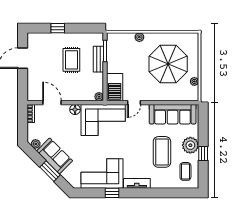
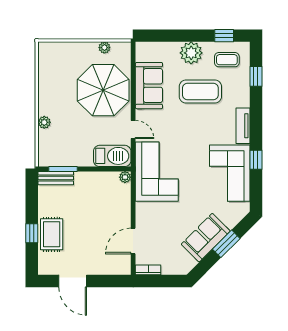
bench: (98, 59) -> (56, 178), moved
rug: (71, 60) -> (52, 234), moved, turned 90
parasol: (168, 64) -> (103, 90), moved
floor lamp: (75, 109) -> (143, 210), removed
sofa: (173, 114) -> (149, 86), width x0.73
plant: (36, 144) -> (189, 263), removed
window: (203, 154) -> (224, 36), moved
window: (173, 193) -> (256, 76), added

